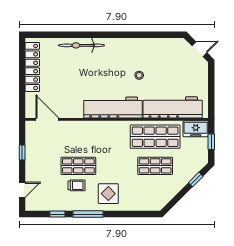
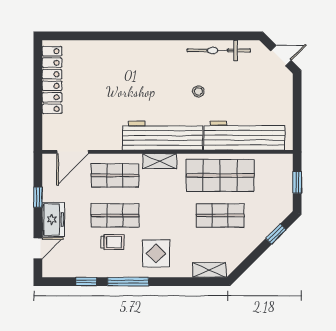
bicycle: (81, 45) -> (219, 50), moved
door: (47, 119) -> (73, 152), swing flipped
shelving: (111, 126) -> (160, 161), added
freezer: (196, 129) -> (53, 219), moved, turned -90
shop shelf: (78, 137) -> (115, 175), added
shelving: (147, 206) -> (209, 270), added

